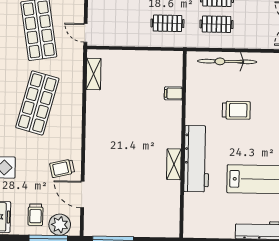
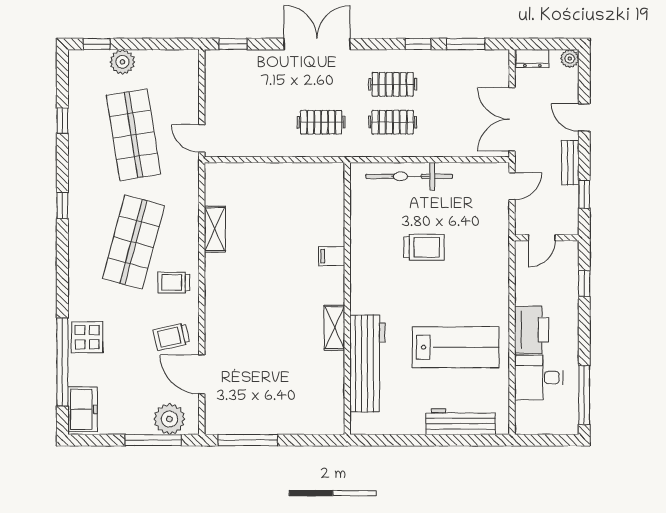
shelving: (94, 74) -> (215, 229), moved
filing cabinet: (173, 93) -> (332, 256), moved
workbench: (197, 159) -> (367, 364), moved
trolley: (36, 215) -> (174, 283), moved, turned 90

